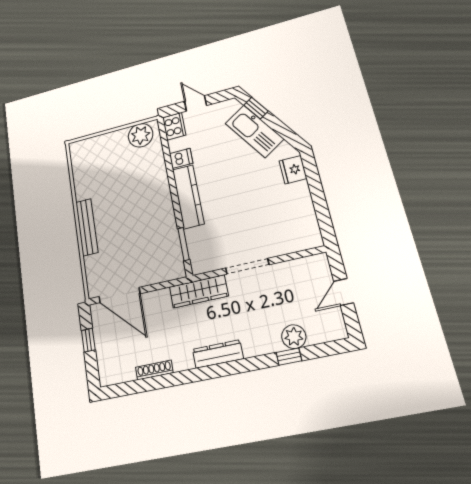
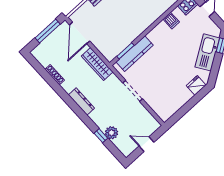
kitchen counter: (188, 197) -> (135, 54), moved
wardrobe: (199, 291) -> (97, 64), moved
window: (88, 340) -> (48, 31), width x2.17

